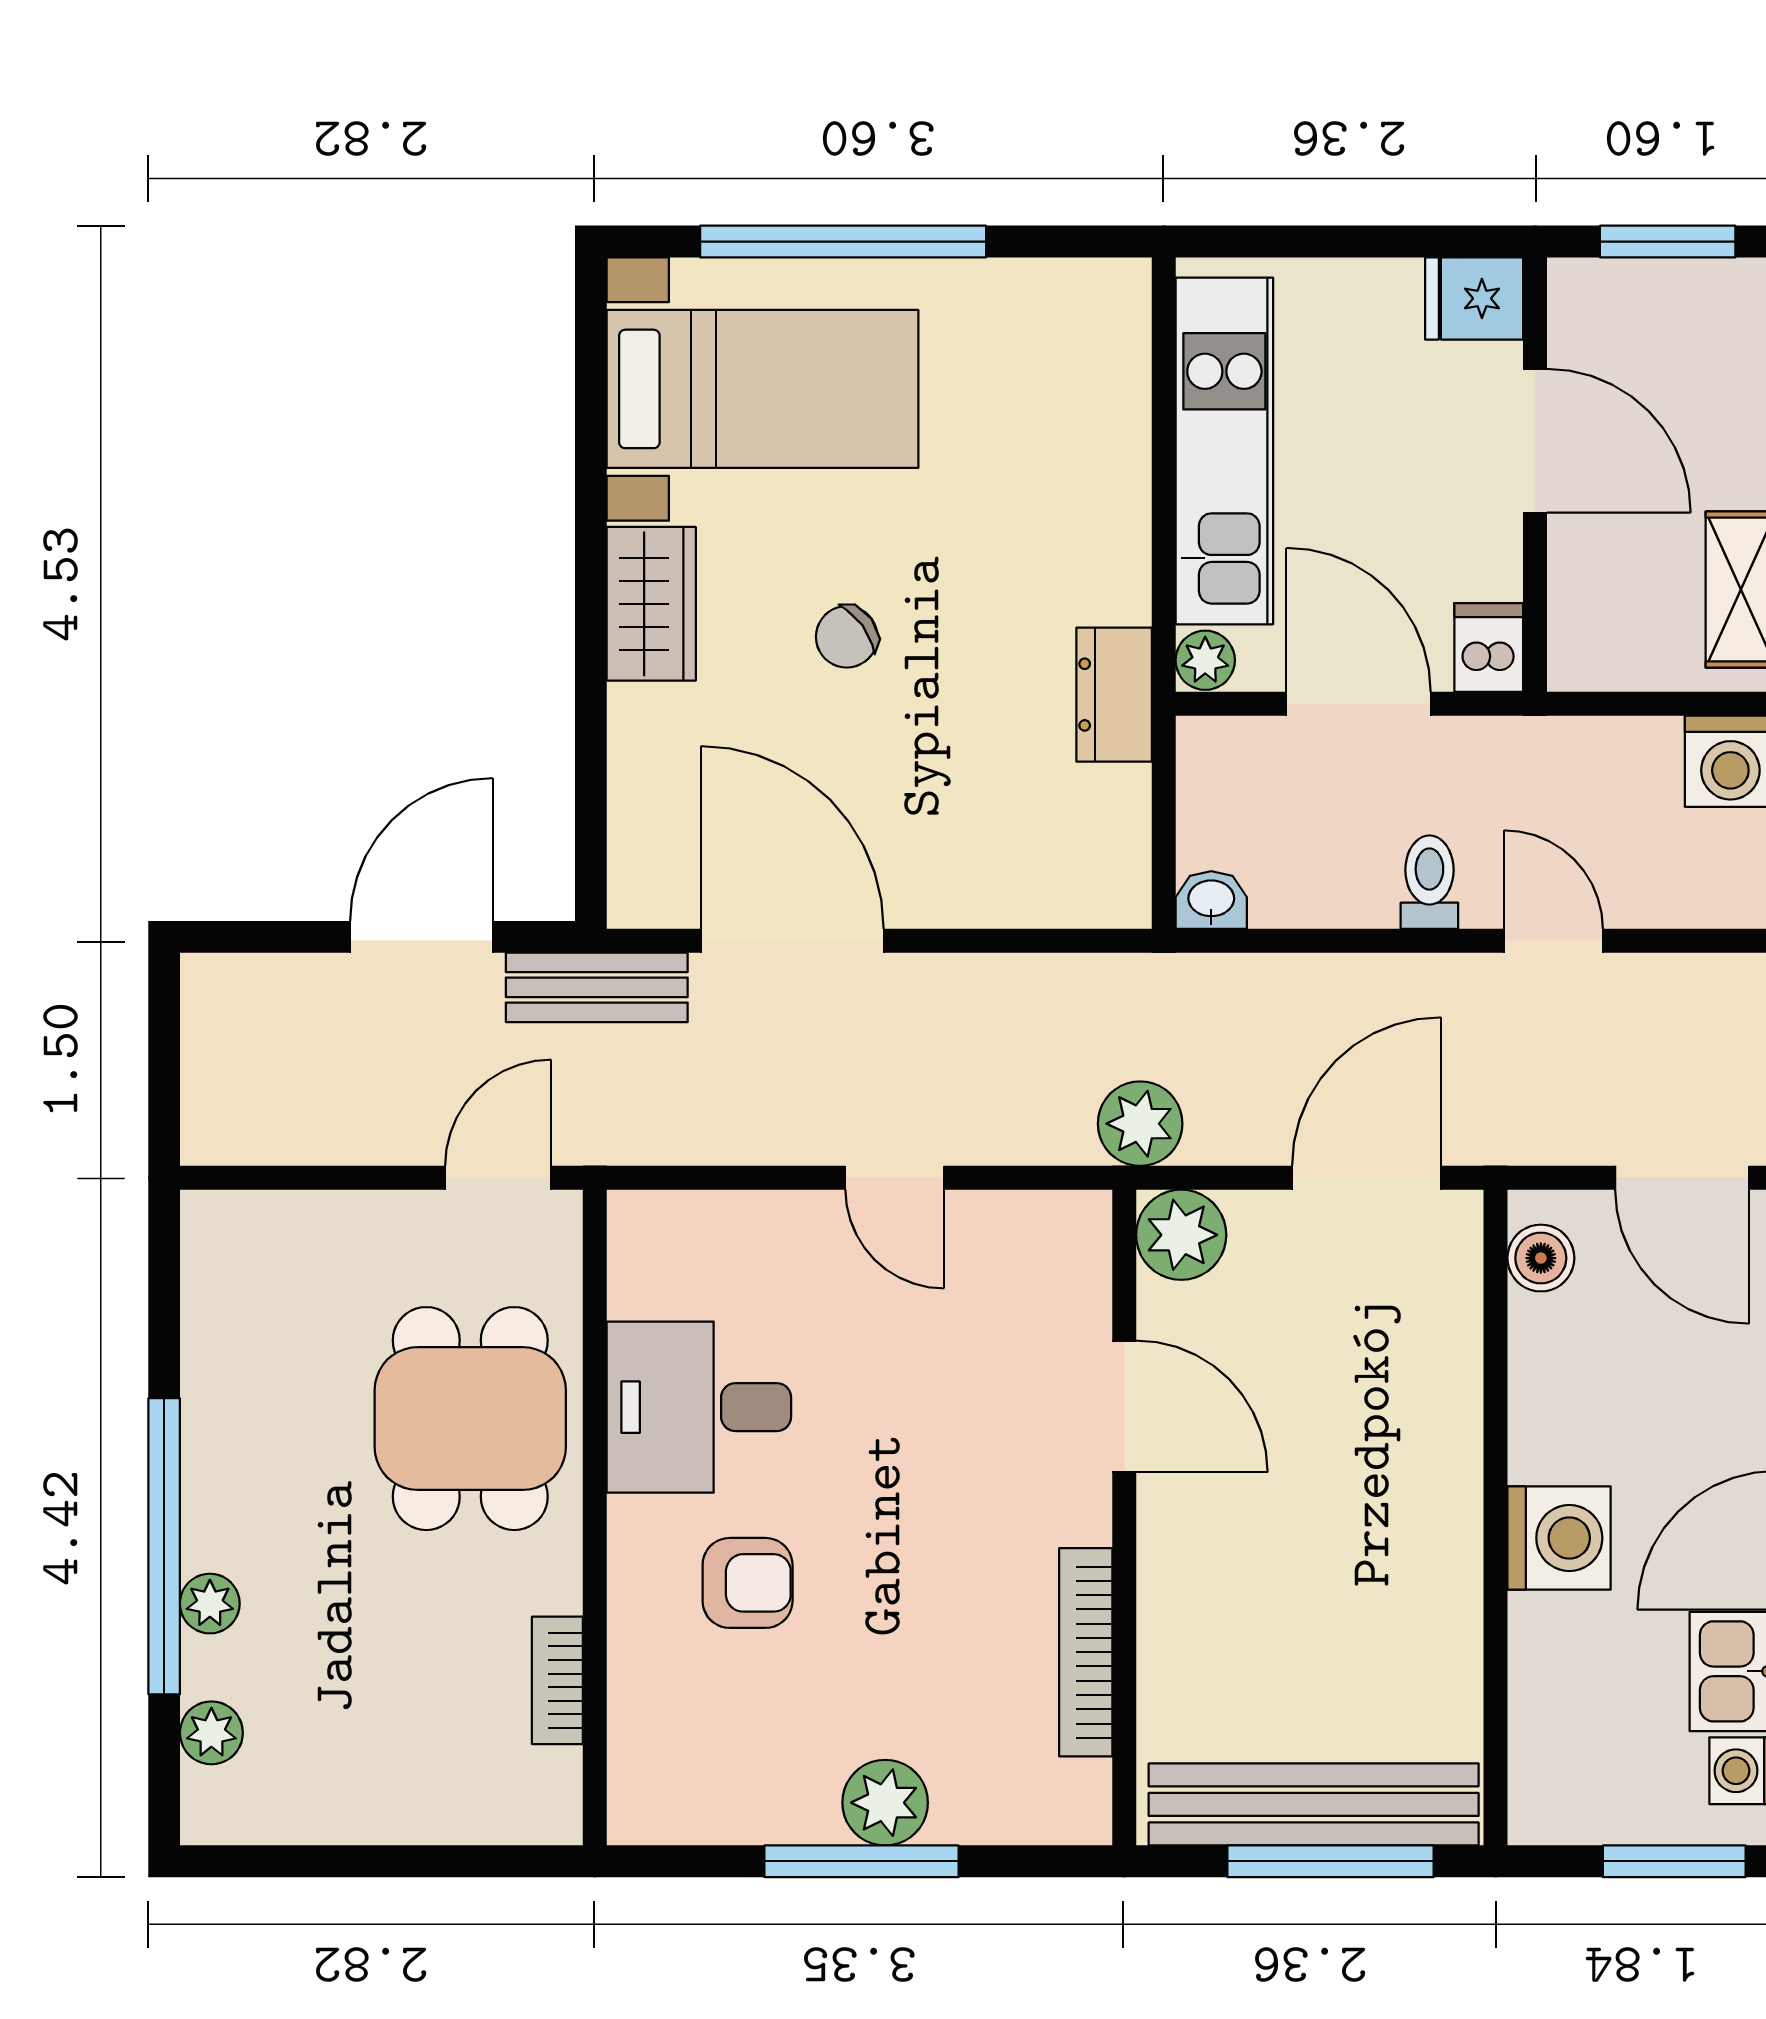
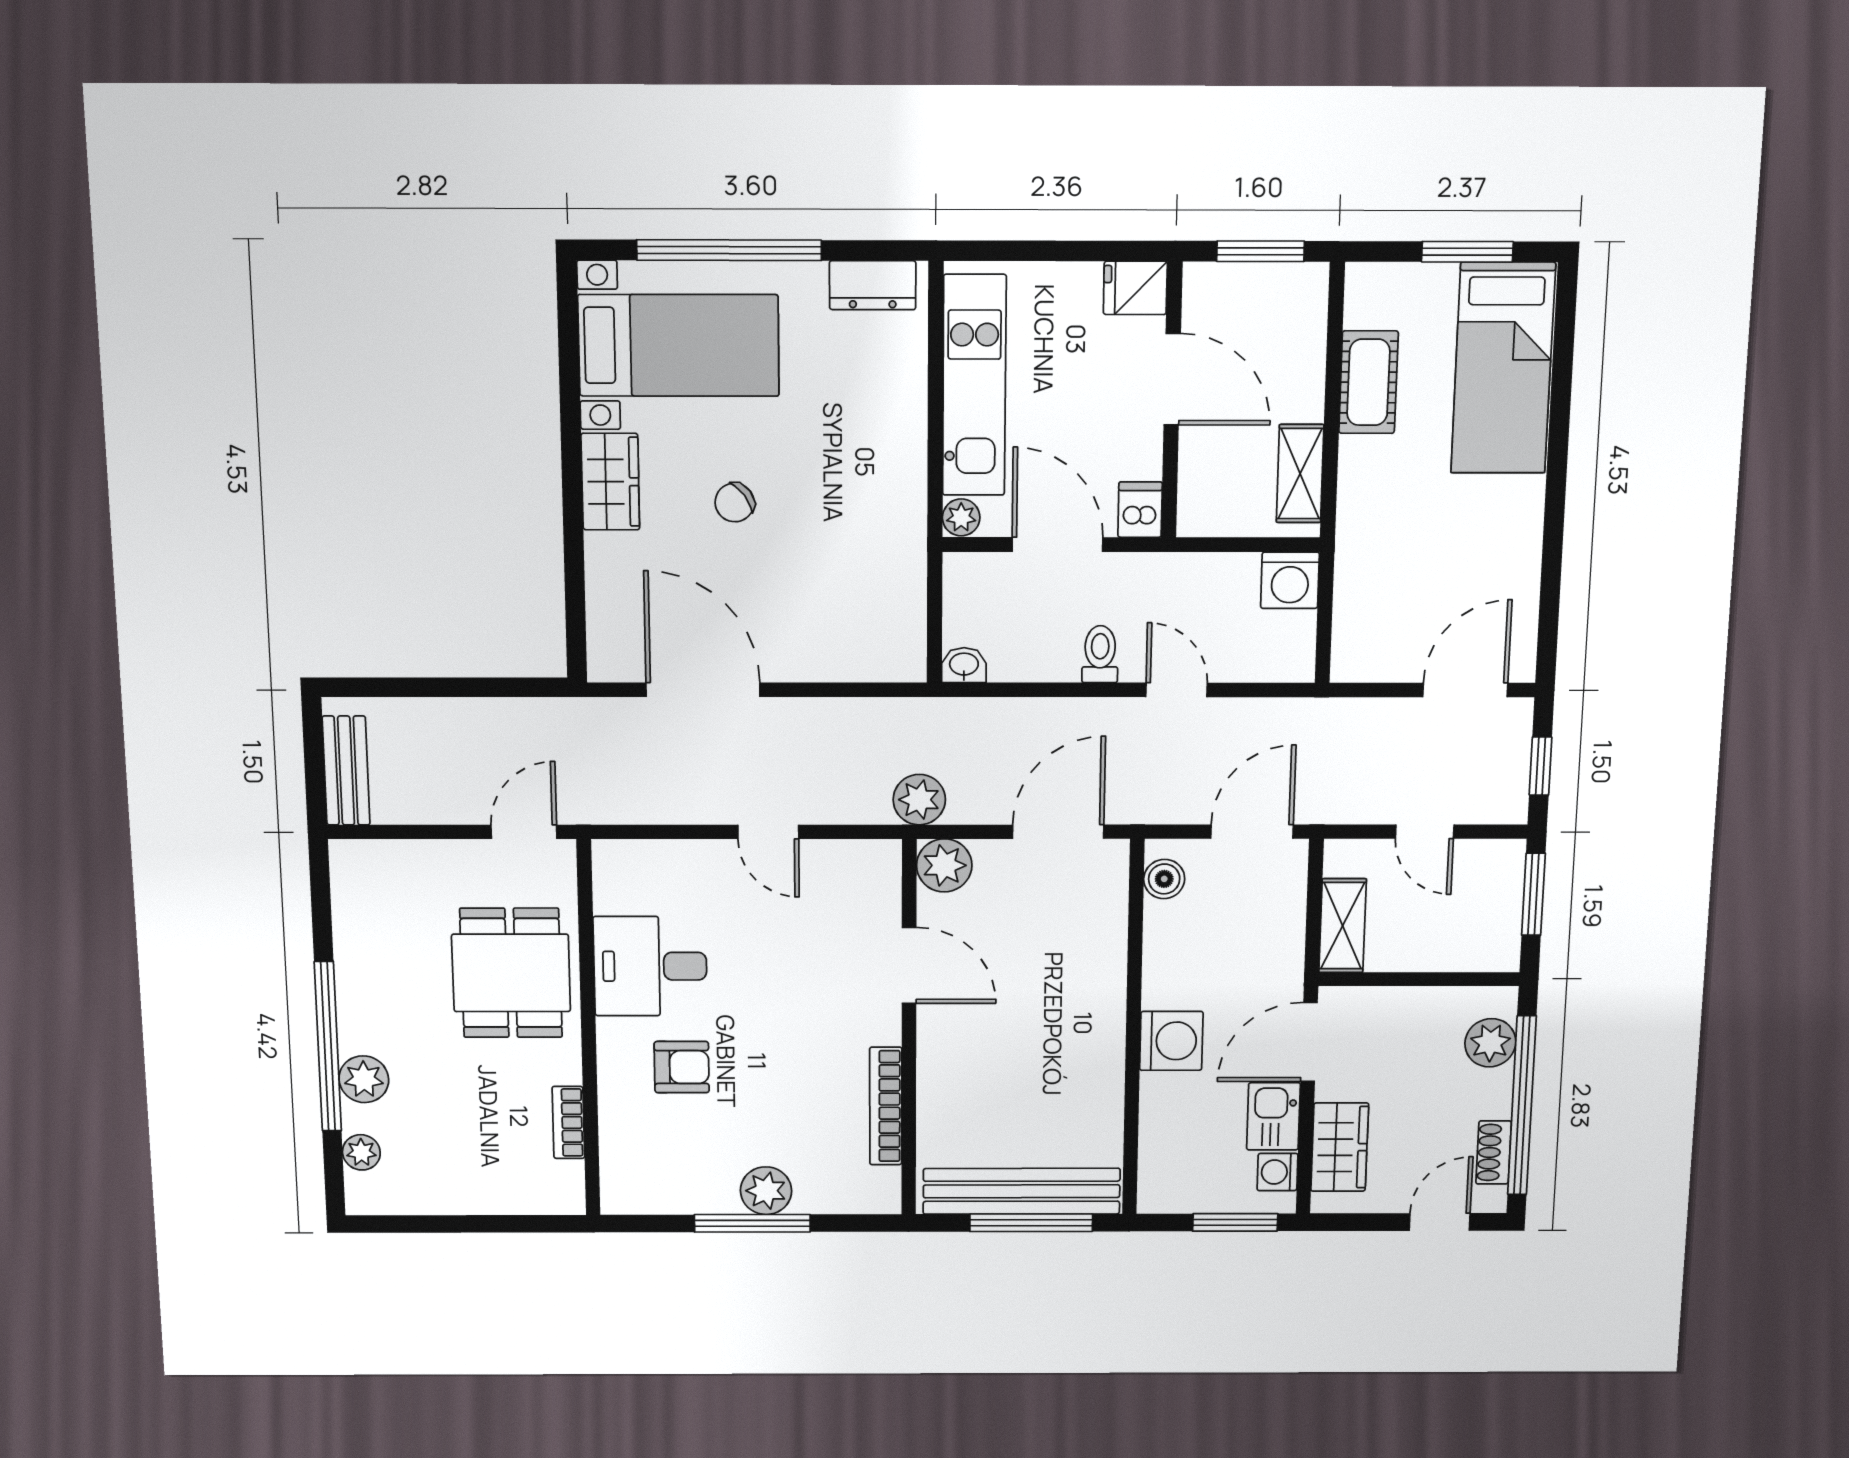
dresser: (1114, 695) -> (873, 285), moved, turned -90
door: (421, 937) -> (472, 687), removed
bench: (597, 987) -> (346, 771), moved, turned 90
door: (1682, 1178) -> (1252, 832), swing flipped
plant: (210, 1604) -> (364, 1079), width x1.38, depth x1.38

